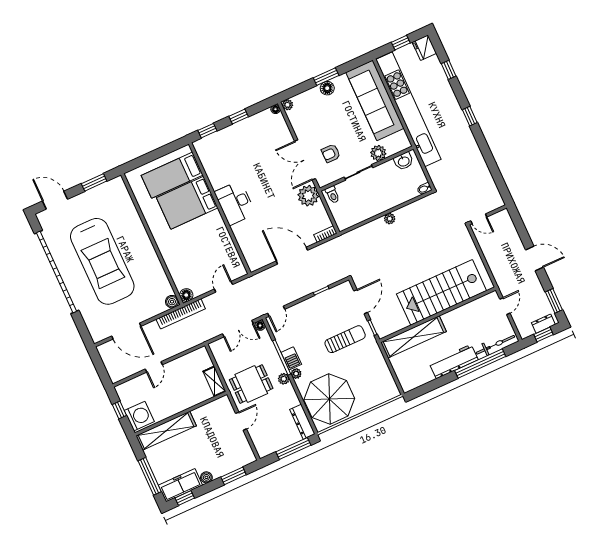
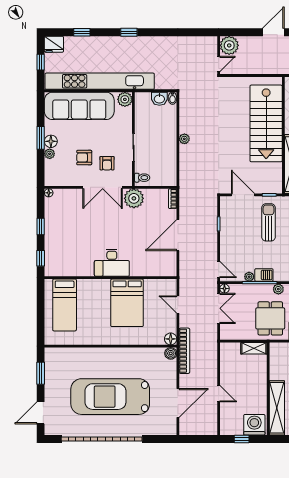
plant: (287, 105) -> (50, 154), moved
armchair: (326, 128) -> (84, 158), added
plant: (378, 153) -> (125, 99), moved
washbasin: (404, 161) -> (159, 99), moved, turned 90
bed: (187, 203) -> (127, 303), moved
plant: (502, 221) -> (229, 45), added
car: (102, 261) -> (110, 397), turned 180
plant: (296, 374) -> (249, 277), moved

